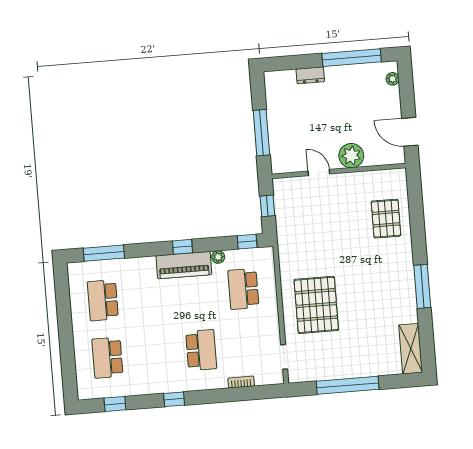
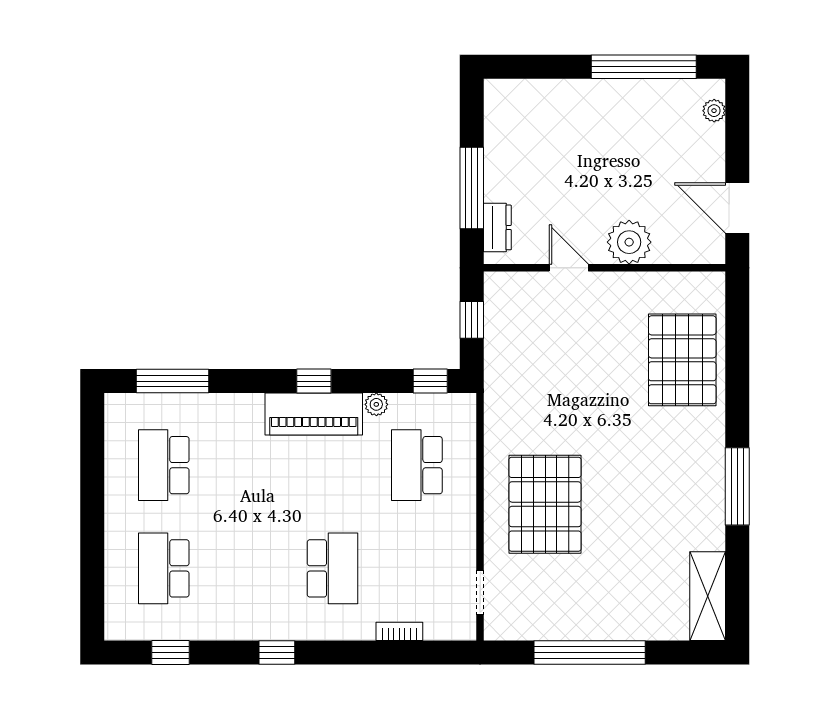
dresser: (310, 75) -> (497, 227), moved, turned -90
pallet: (386, 219) -> (682, 360), width x1.37, depth x1.41

